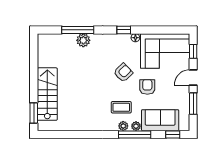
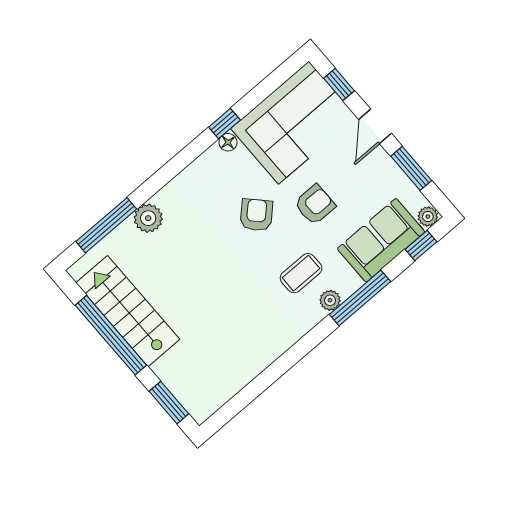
window: (78, 30) -> (106, 225), moved
window: (124, 30) -> (224, 124), moved
window: (34, 71) -> (111, 335), added
armchair: (147, 87) -> (315, 205), turned 90
stairs: (47, 94) -> (128, 311), moved
plant: (136, 126) -> (428, 217), moved

